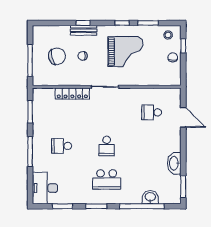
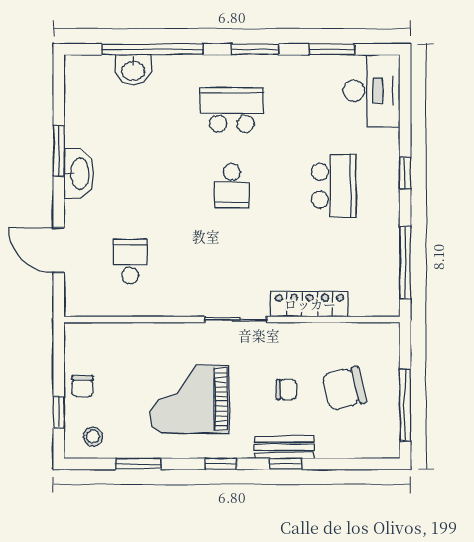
window: (122, 23) -> (221, 464), moved
window: (30, 60) -> (405, 405), moved
window: (30, 112) -> (405, 263), width x1.44
school desk: (152, 112) -> (130, 262), turned -90
school desk: (62, 146) -> (334, 186), width x1.85
school desk: (107, 146) -> (232, 186), turned 180
window: (30, 152) -> (405, 173), width x0.46
washbasin: (174, 163) -> (79, 174), moved
window: (183, 187) -> (59, 151), moved

